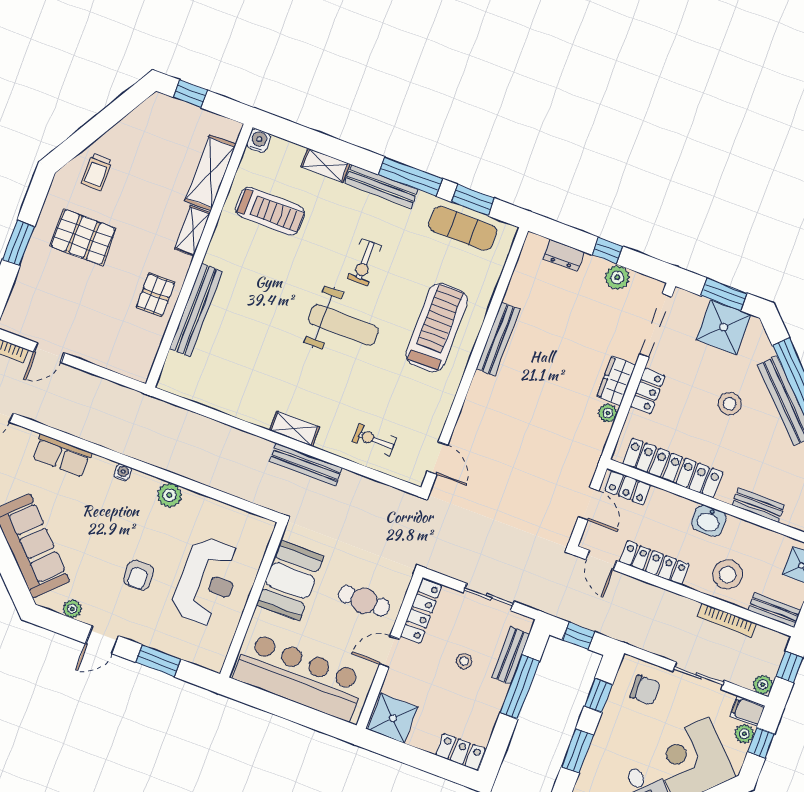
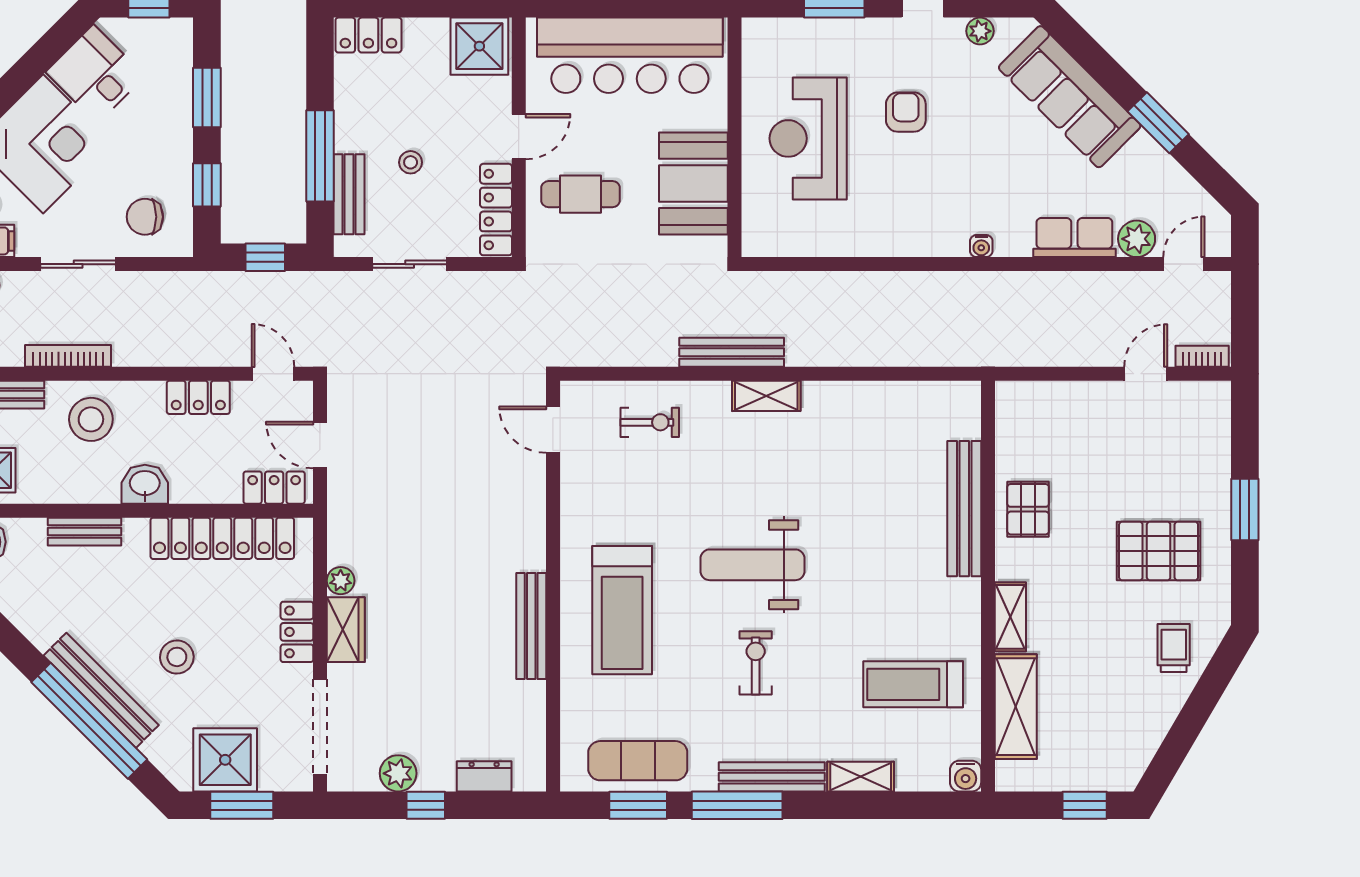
plant: (169, 495) -> (1137, 239), moved
locker: (654, 563) -> (198, 397), width x0.66

